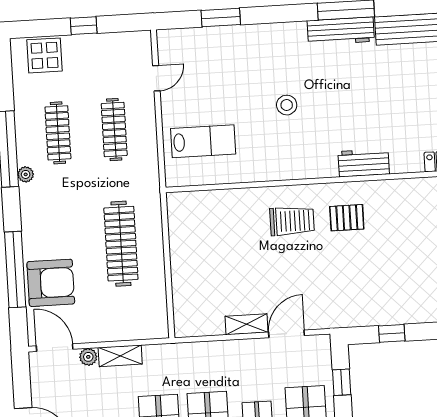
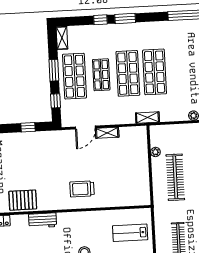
pallet: (347, 218) -> (23, 200), moved, width x1.50, depth x1.42
plant: (158, 290) -> (155, 152), added
shelving: (120, 356) -> (147, 118), moved

